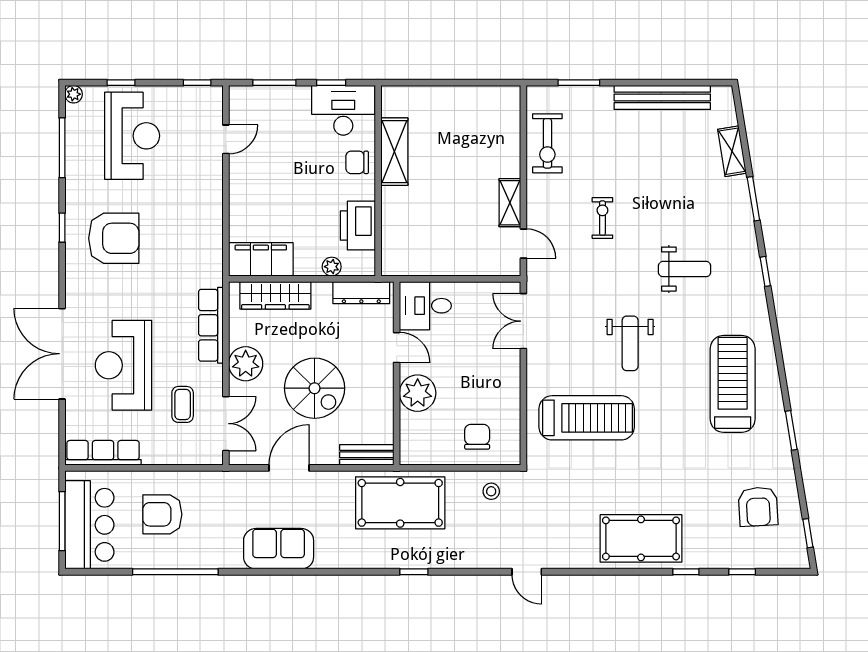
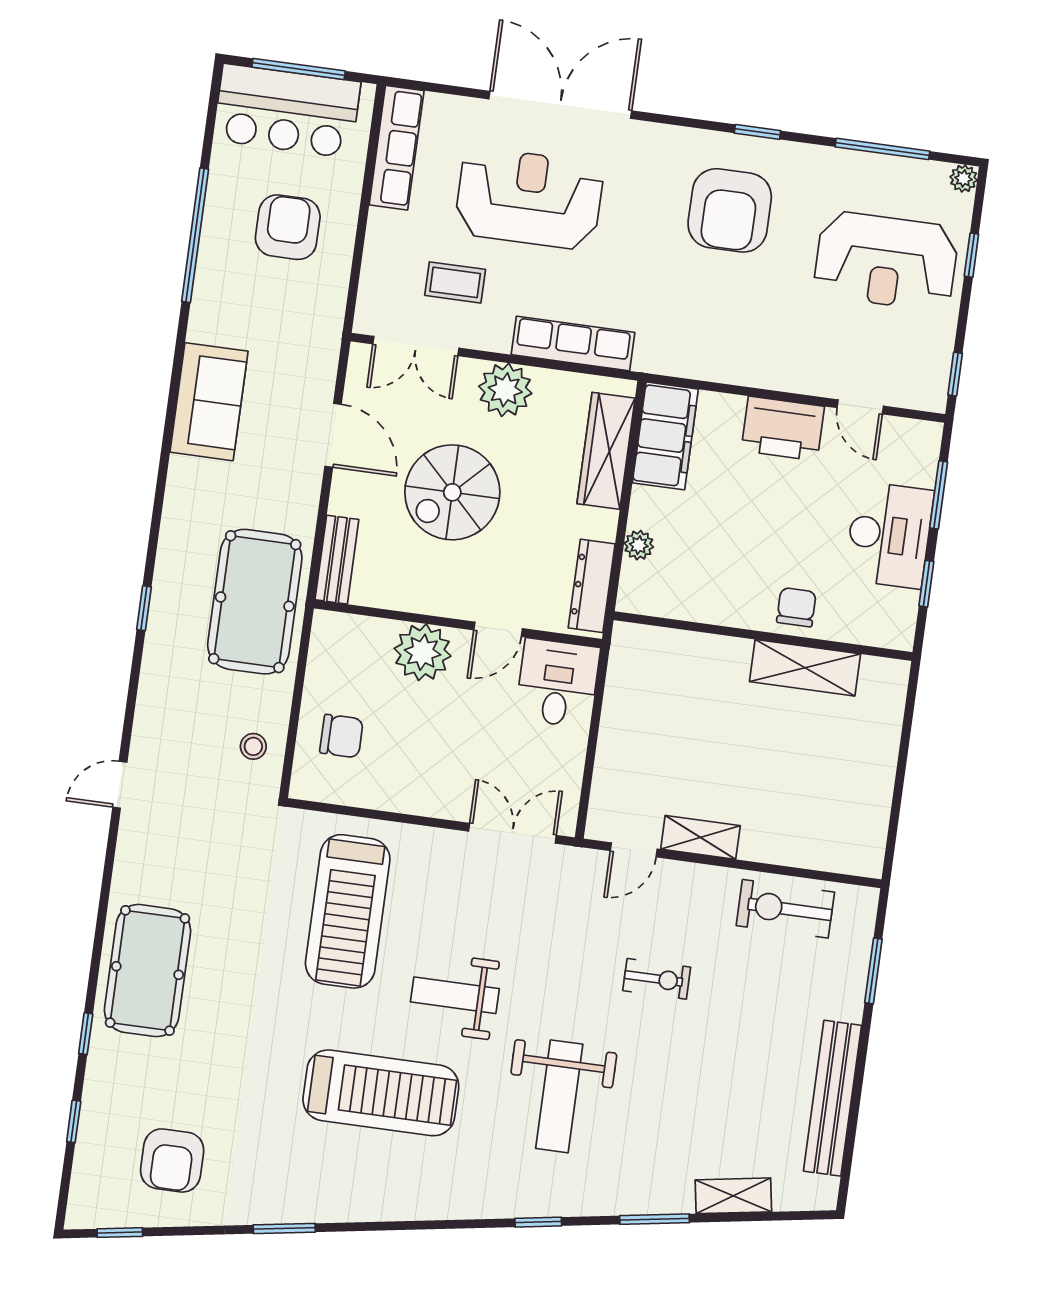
desk: (343, 110) -> (889, 535), moved
printer: (358, 226) -> (783, 429), moved, turned 180
weight bench: (685, 269) -> (559, 1096), width x1.36, depth x1.33
treadmill: (733, 384) -> (381, 1093), moved
armchair: (758, 507) -> (172, 1160), turned -87

